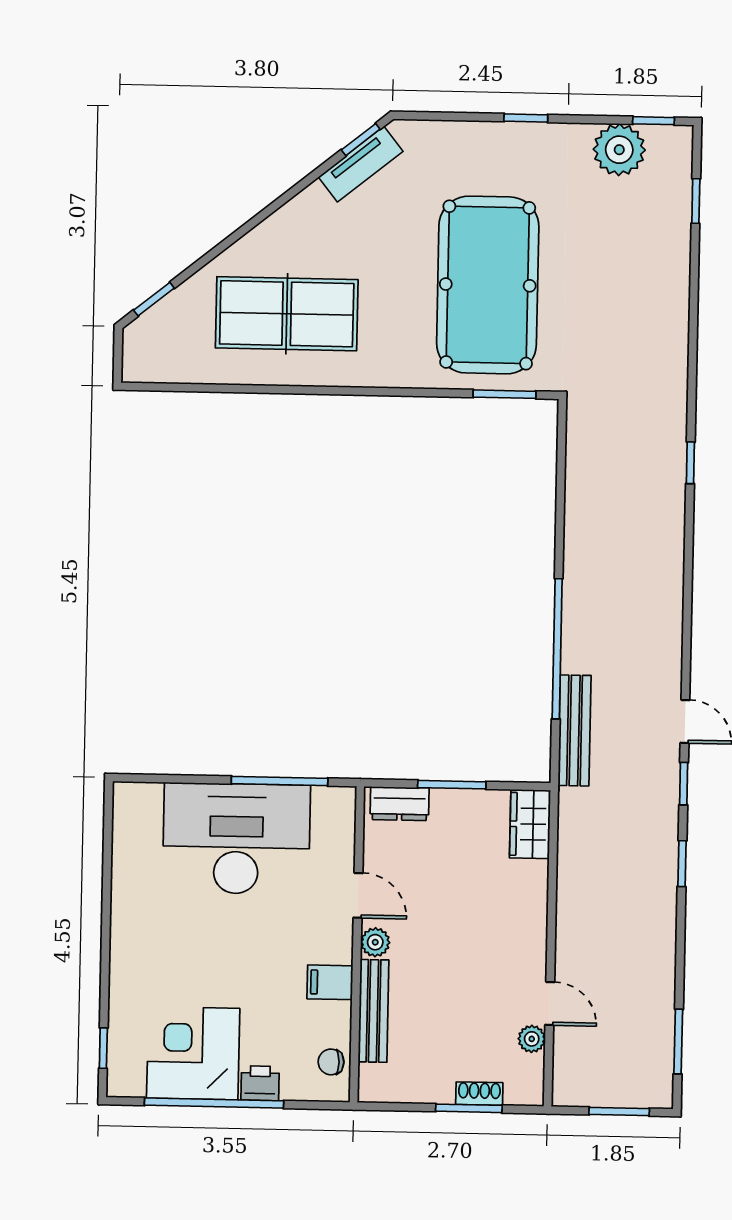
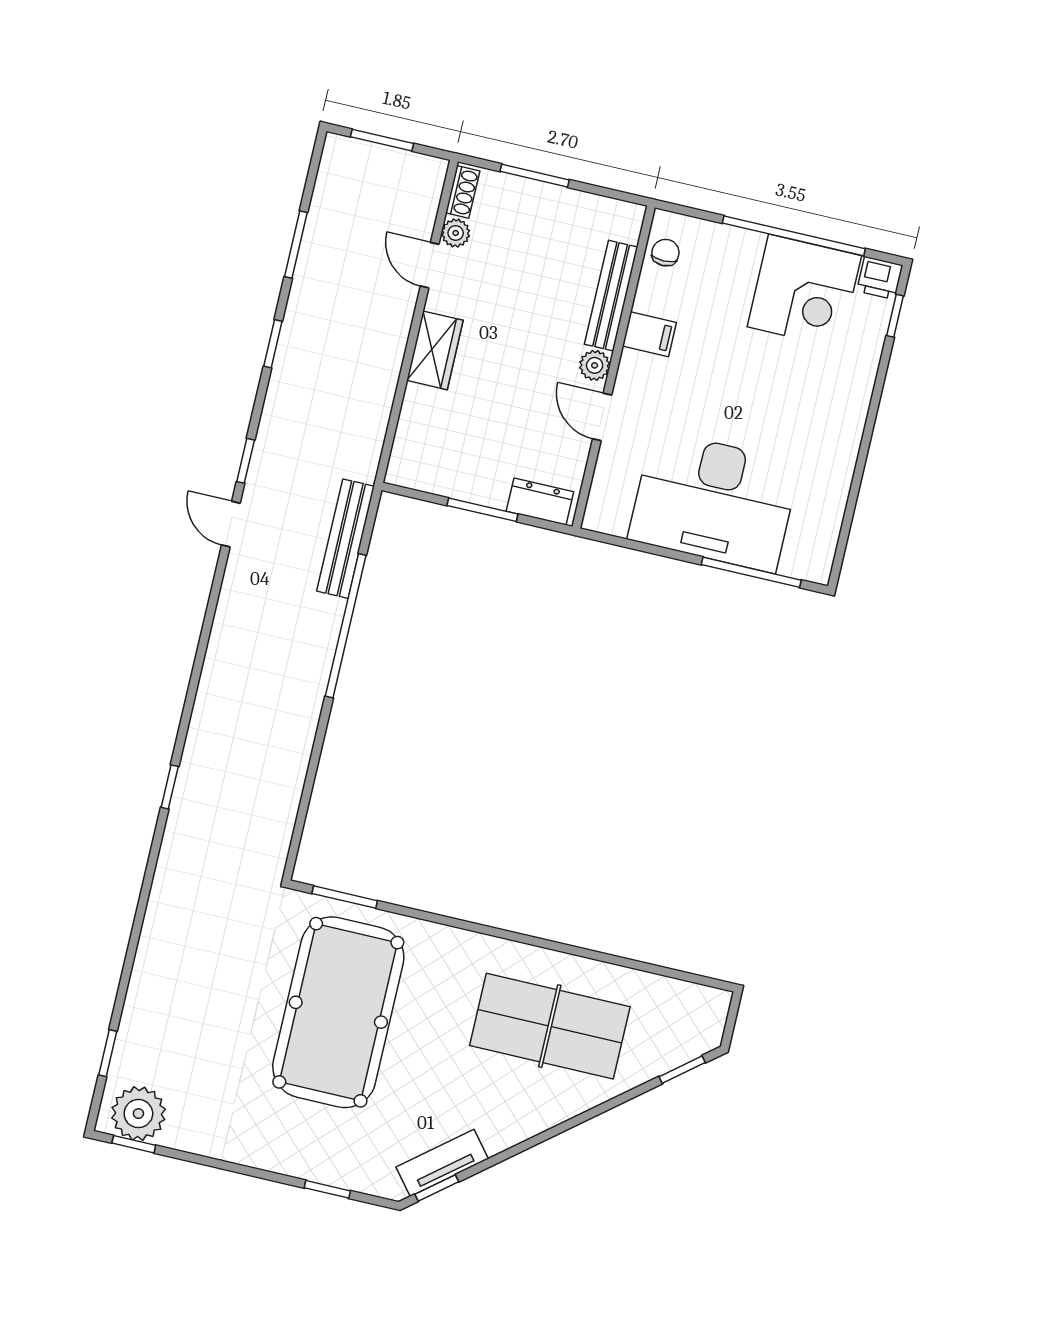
window: (526, 118) -> (327, 1189), moved
plant: (619, 150) -> (138, 1114), moved
window: (280, 781) -> (751, 572), moved
wardrobe: (530, 824) -> (435, 350), moved
window: (682, 864) -> (273, 344), moved
window: (678, 1042) -> (296, 245), moved
chair: (331, 1062) -> (665, 253), turned -90
printer: (260, 1083) -> (880, 278), moved
shoe rack: (479, 1094) -> (463, 192), moved, turned -90

